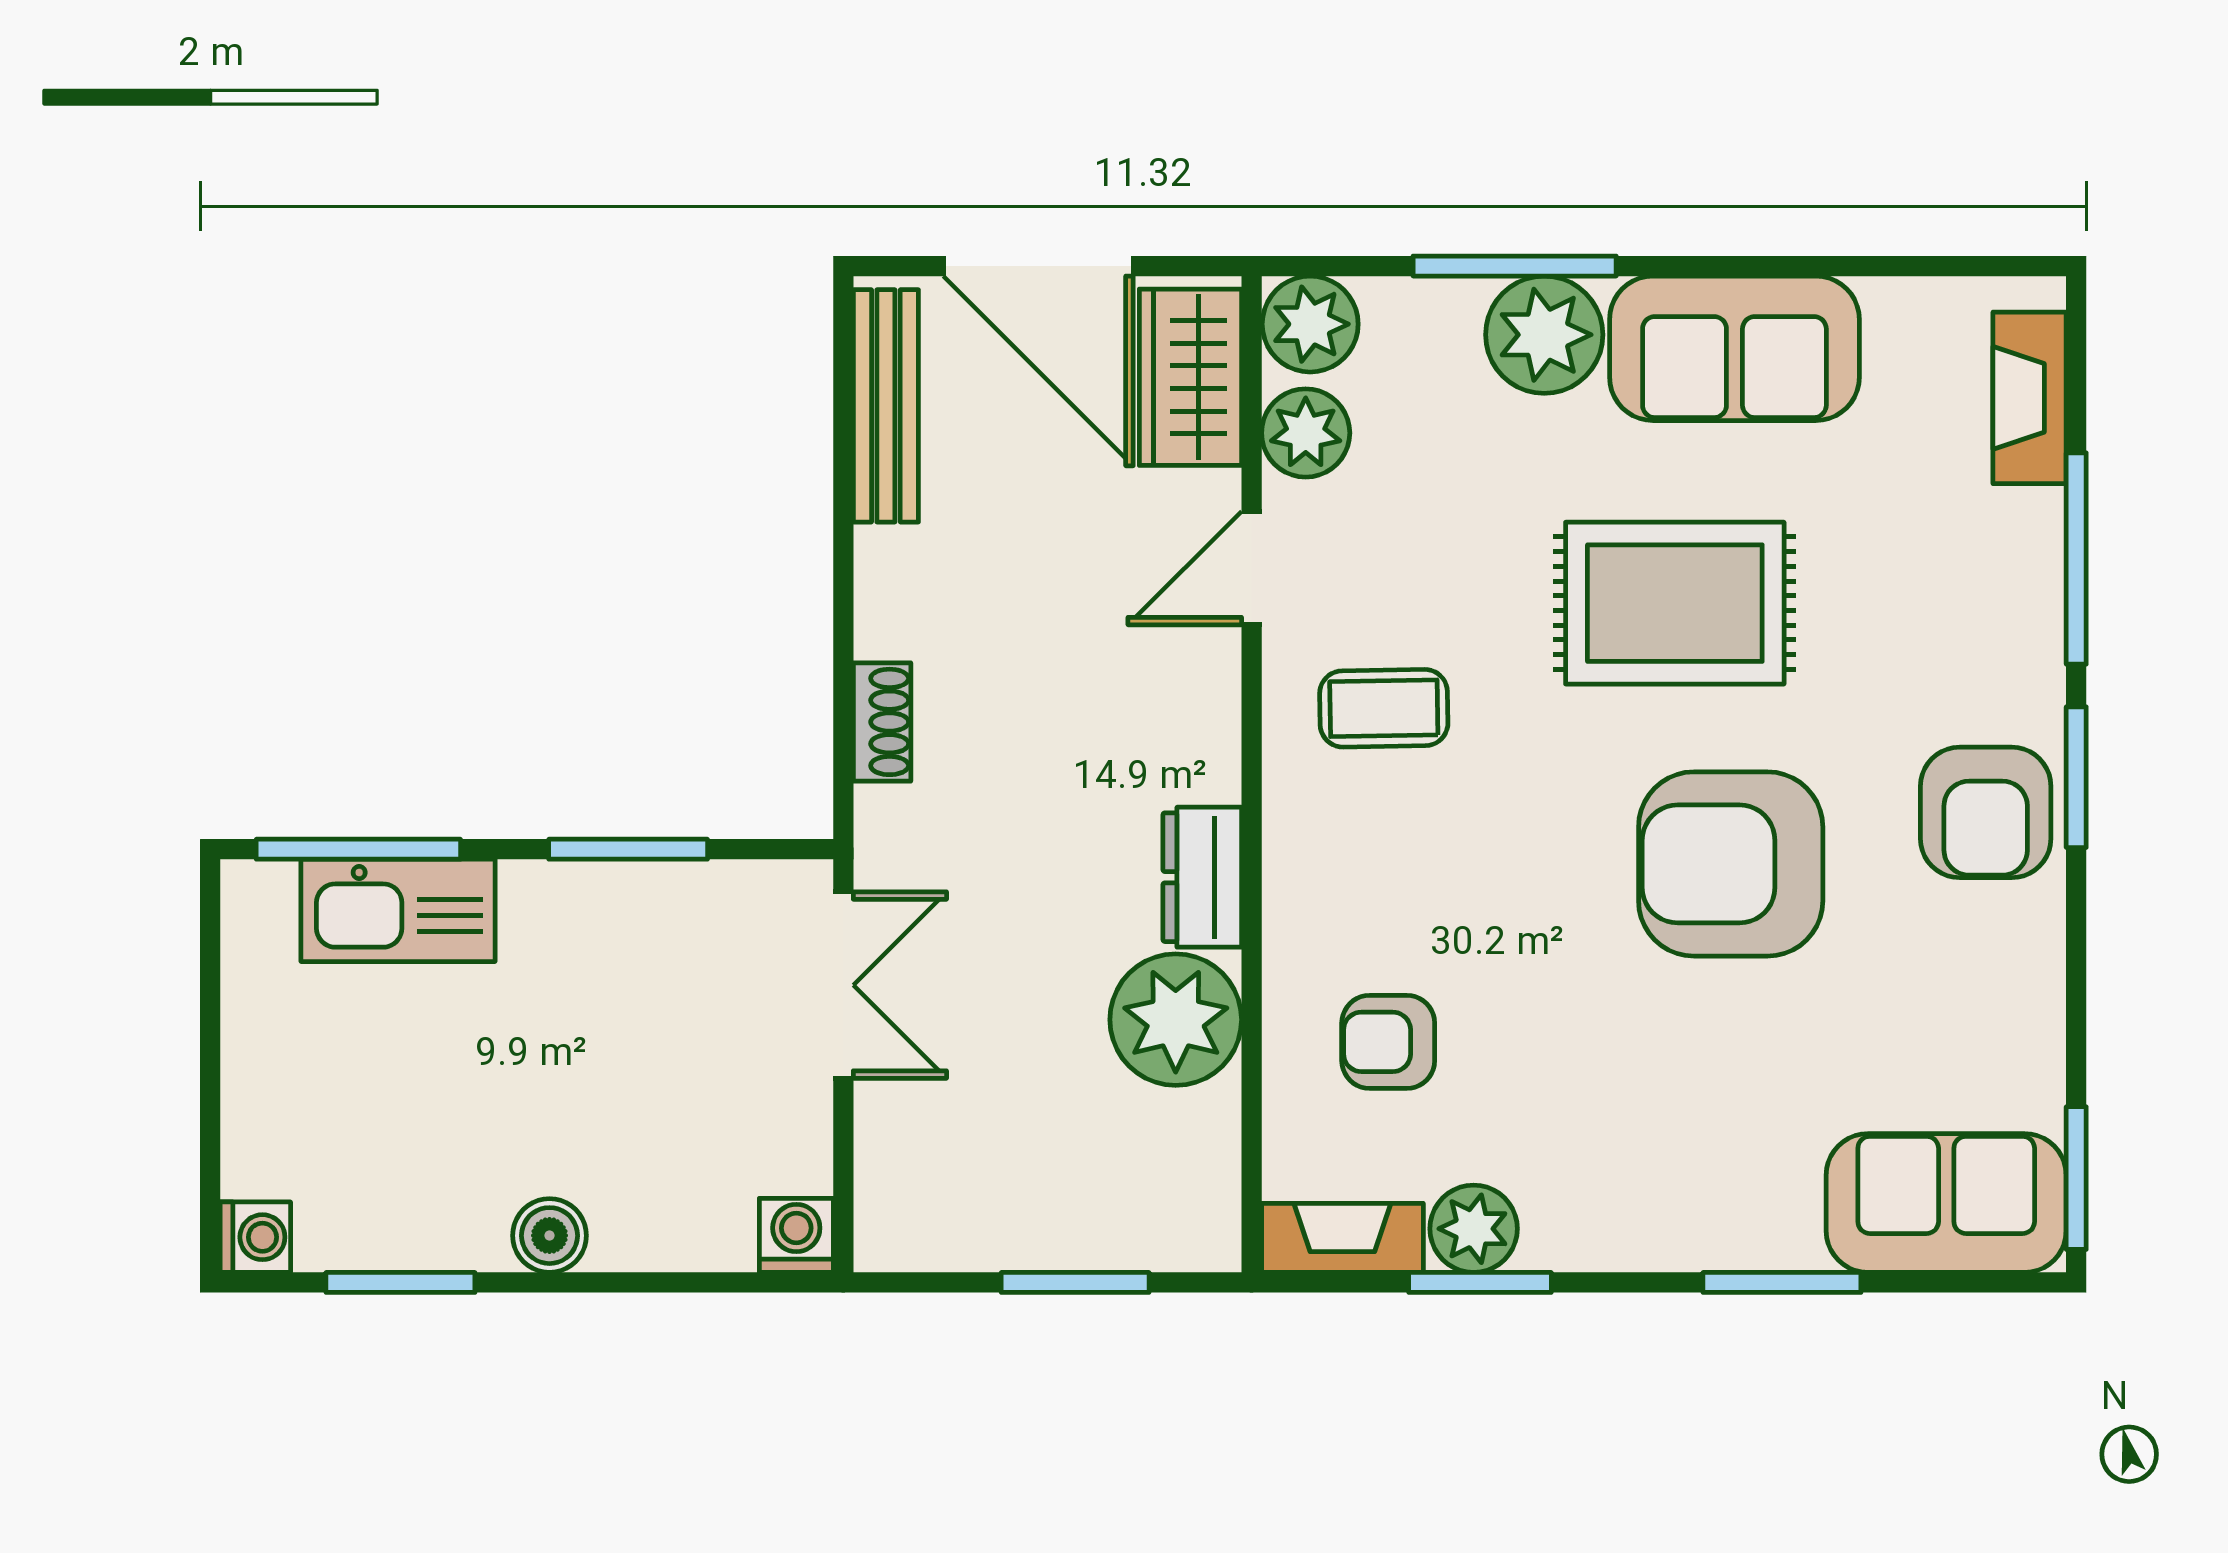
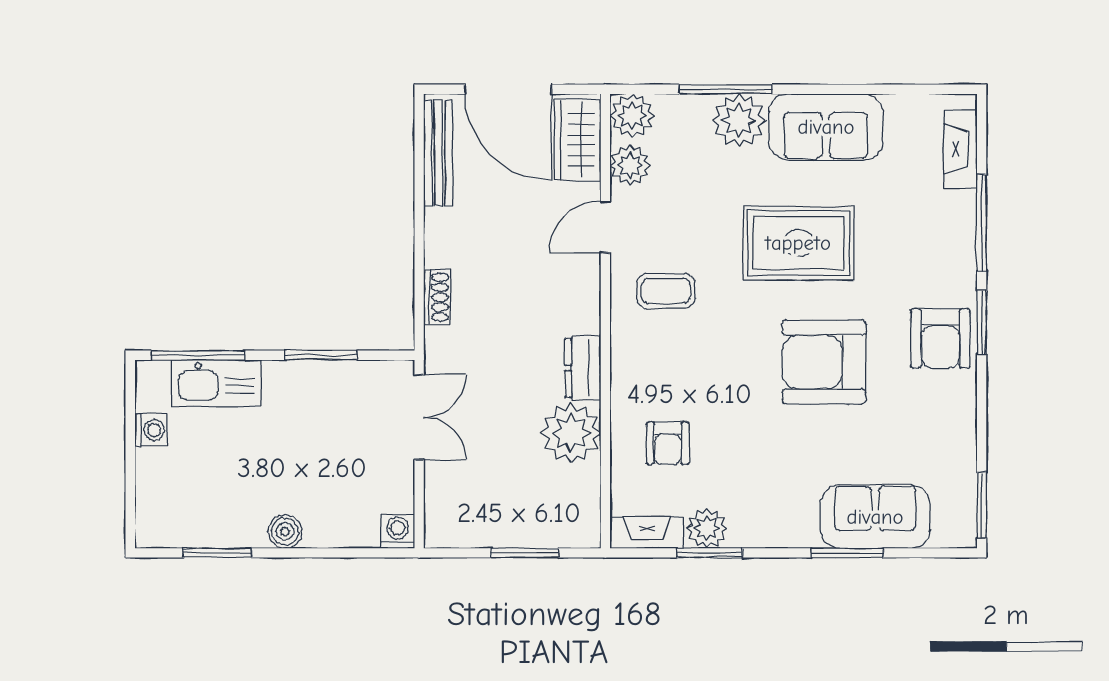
armchair: (1388, 1042) -> (668, 443), turned -90
sofa: (1946, 1203) -> (875, 517), moved
washing machine: (255, 1237) -> (151, 430), moved

